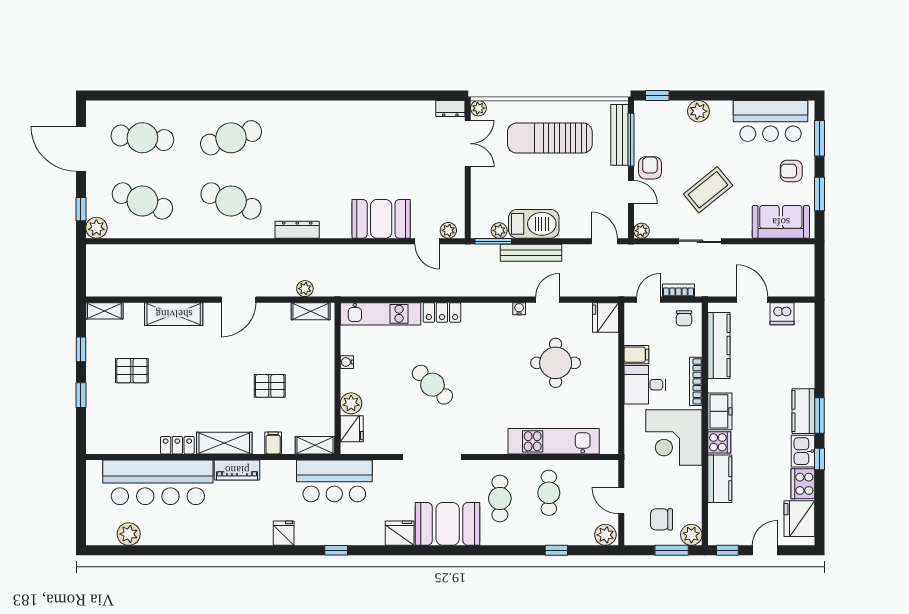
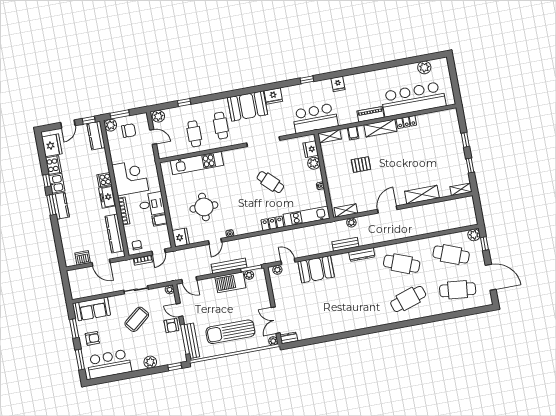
sun lounger: (550, 138) -> (230, 332), turned 180
bench: (322, 253) -> (345, 244), added
pallet: (132, 371) -> (439, 159), removed
kitchen counter: (720, 479) -> (96, 135), moved

